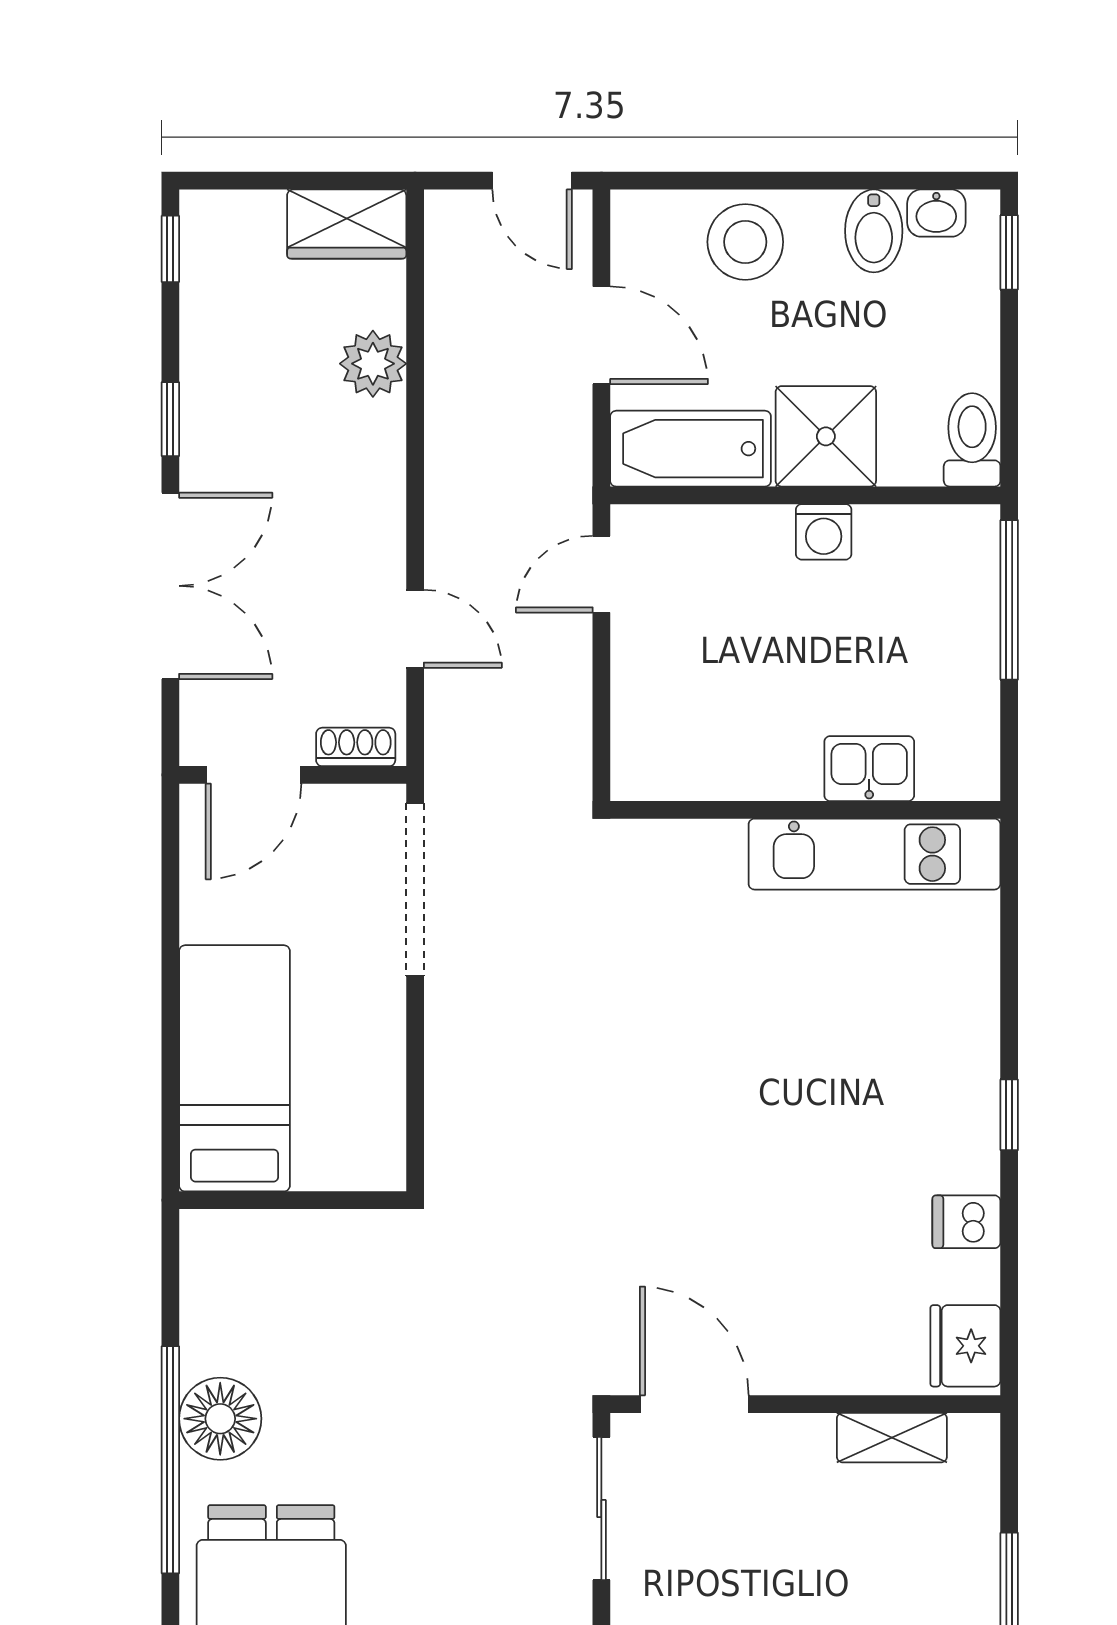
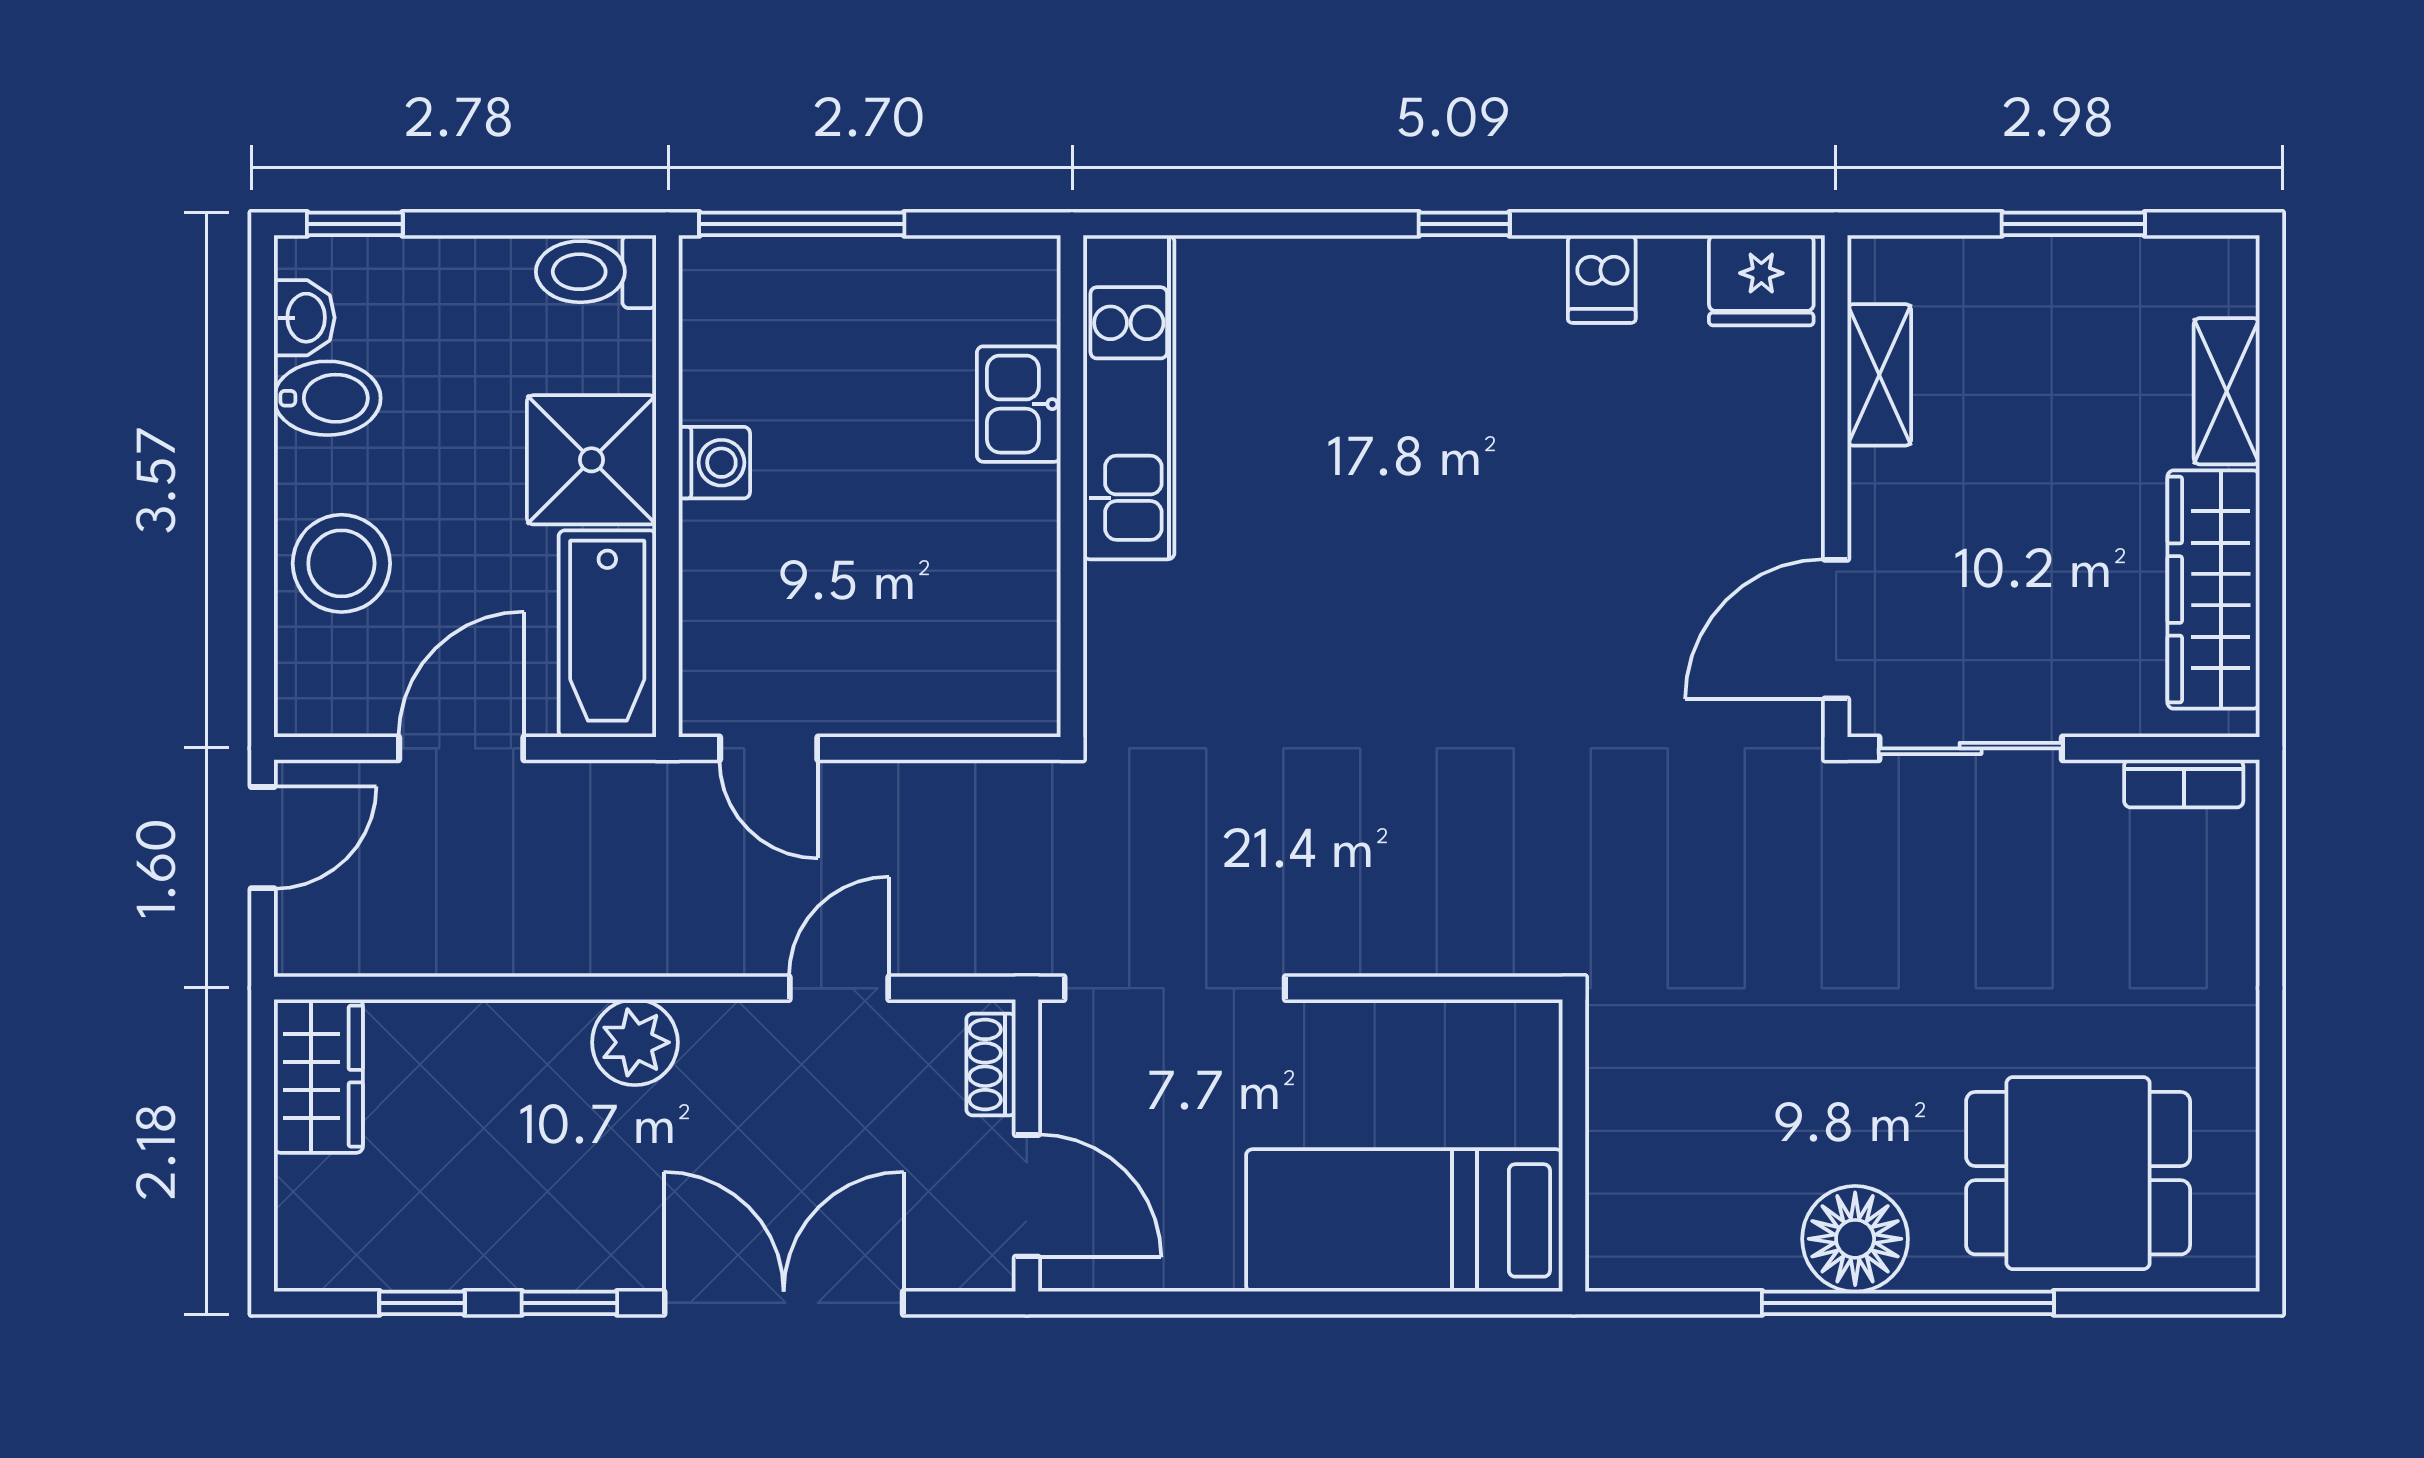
window: (170, 249) -> (422, 1303), moved
plant: (373, 364) -> (635, 1042), moved

